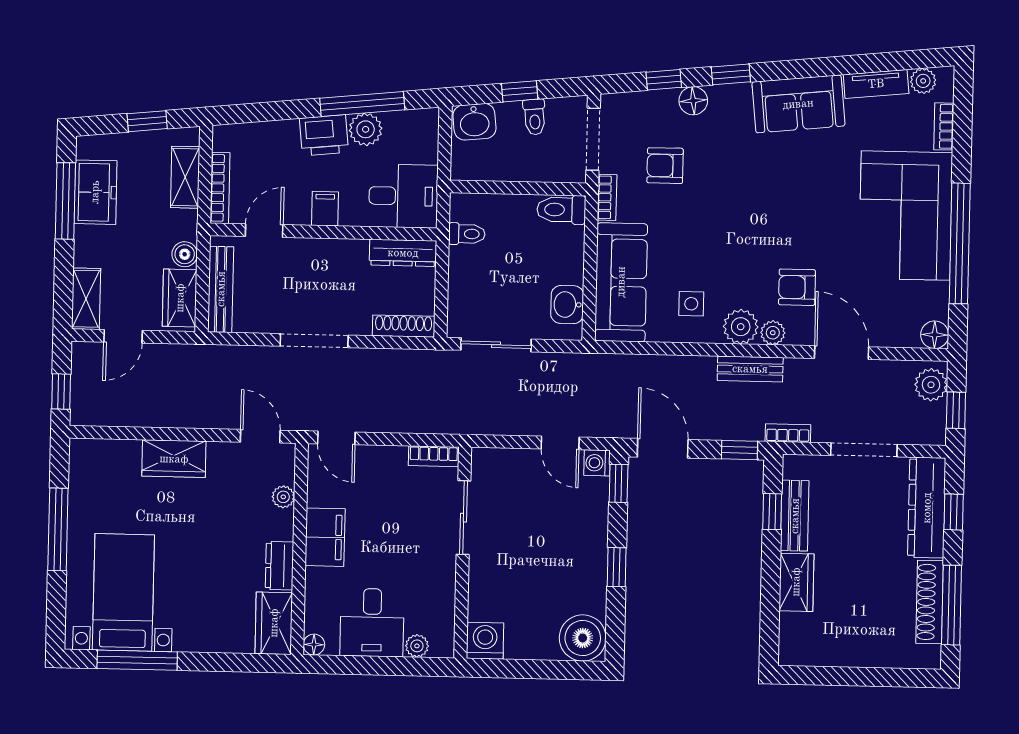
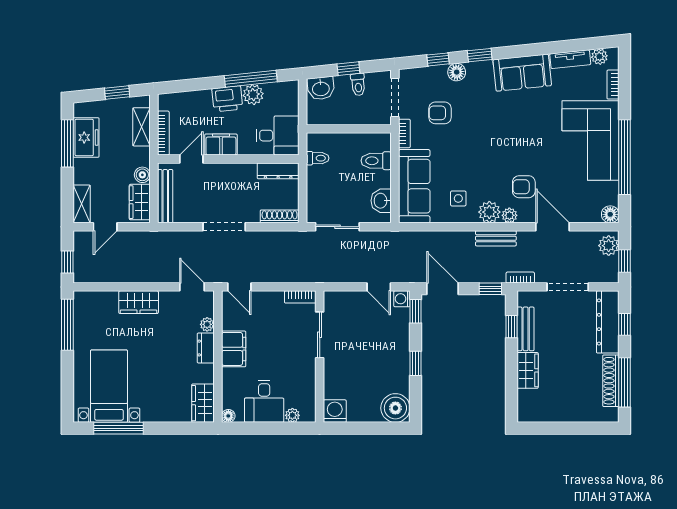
filing cabinet: (325, 209) -> (221, 145), width x2.00
toilet: (561, 210) -> (376, 161), moved
window: (58, 529) -> (67, 325), moved
dresser: (279, 566) -> (206, 348), moved

